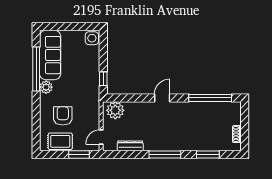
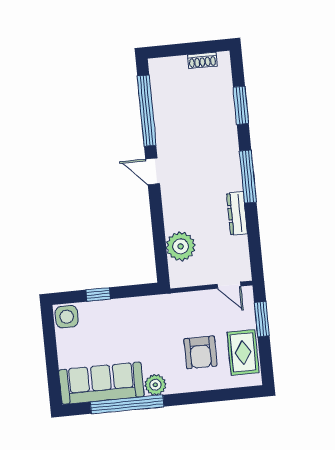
window: (103, 79) -> (98, 294), moved
door: (162, 98) -> (153, 171), moved
plant: (115, 110) -> (181, 246), moved
armchair: (63, 116) -> (200, 352), turned -90
dresser: (130, 146) -> (237, 213), moved

